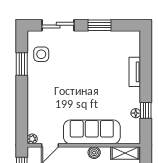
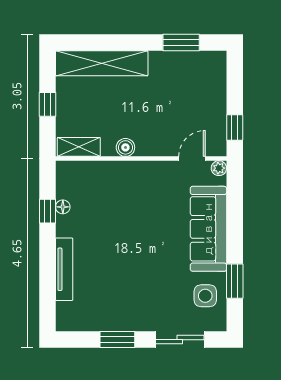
tv unit: (135, 72) -> (64, 269), width x1.41
sofa: (92, 132) -> (208, 229), moved, turned 90

